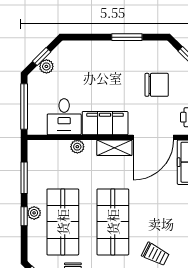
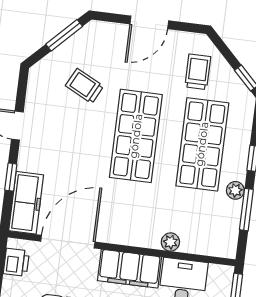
shelving: (114, 148) -> (121, 234), removed
plant: (34, 213) -> (235, 190), moved

